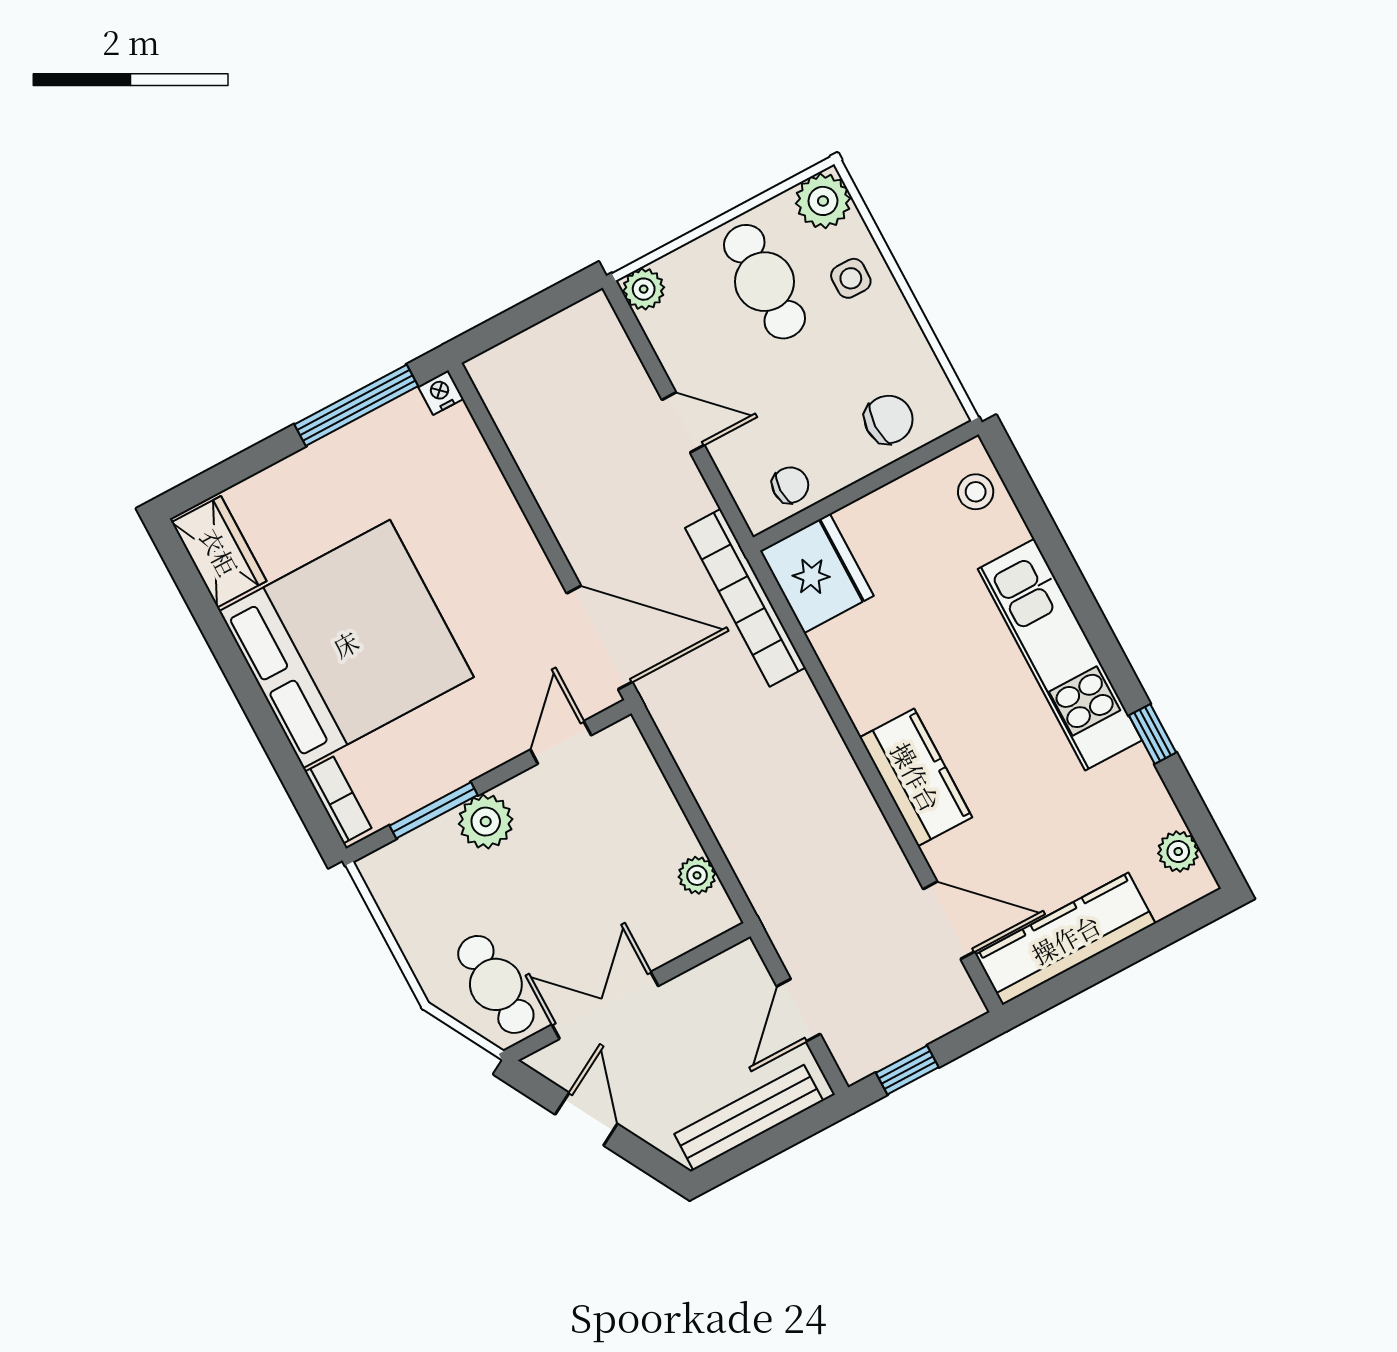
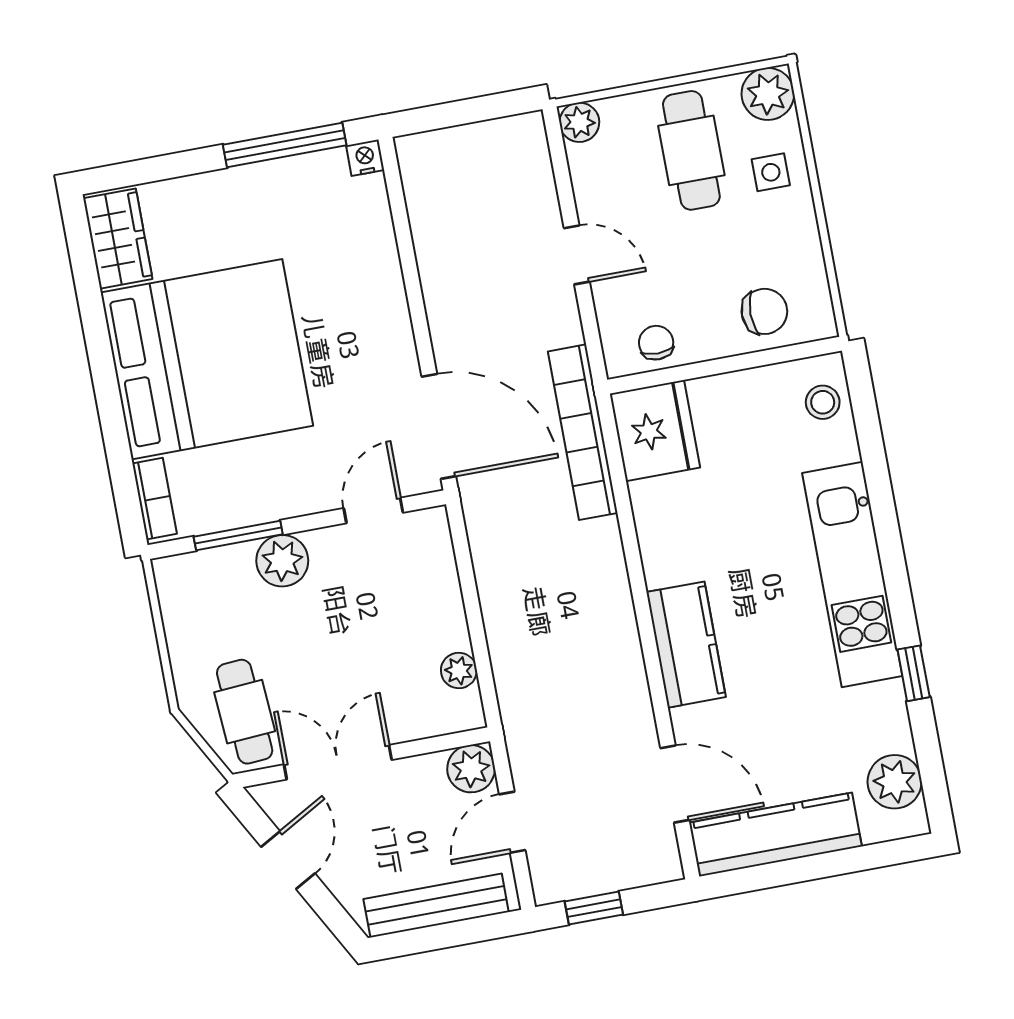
chair: (790, 485) -> (656, 343), turned -90
plant: (1178, 852) -> (895, 782), width x1.38, depth x1.38
plant: (740, 970) -> (471, 769), added

